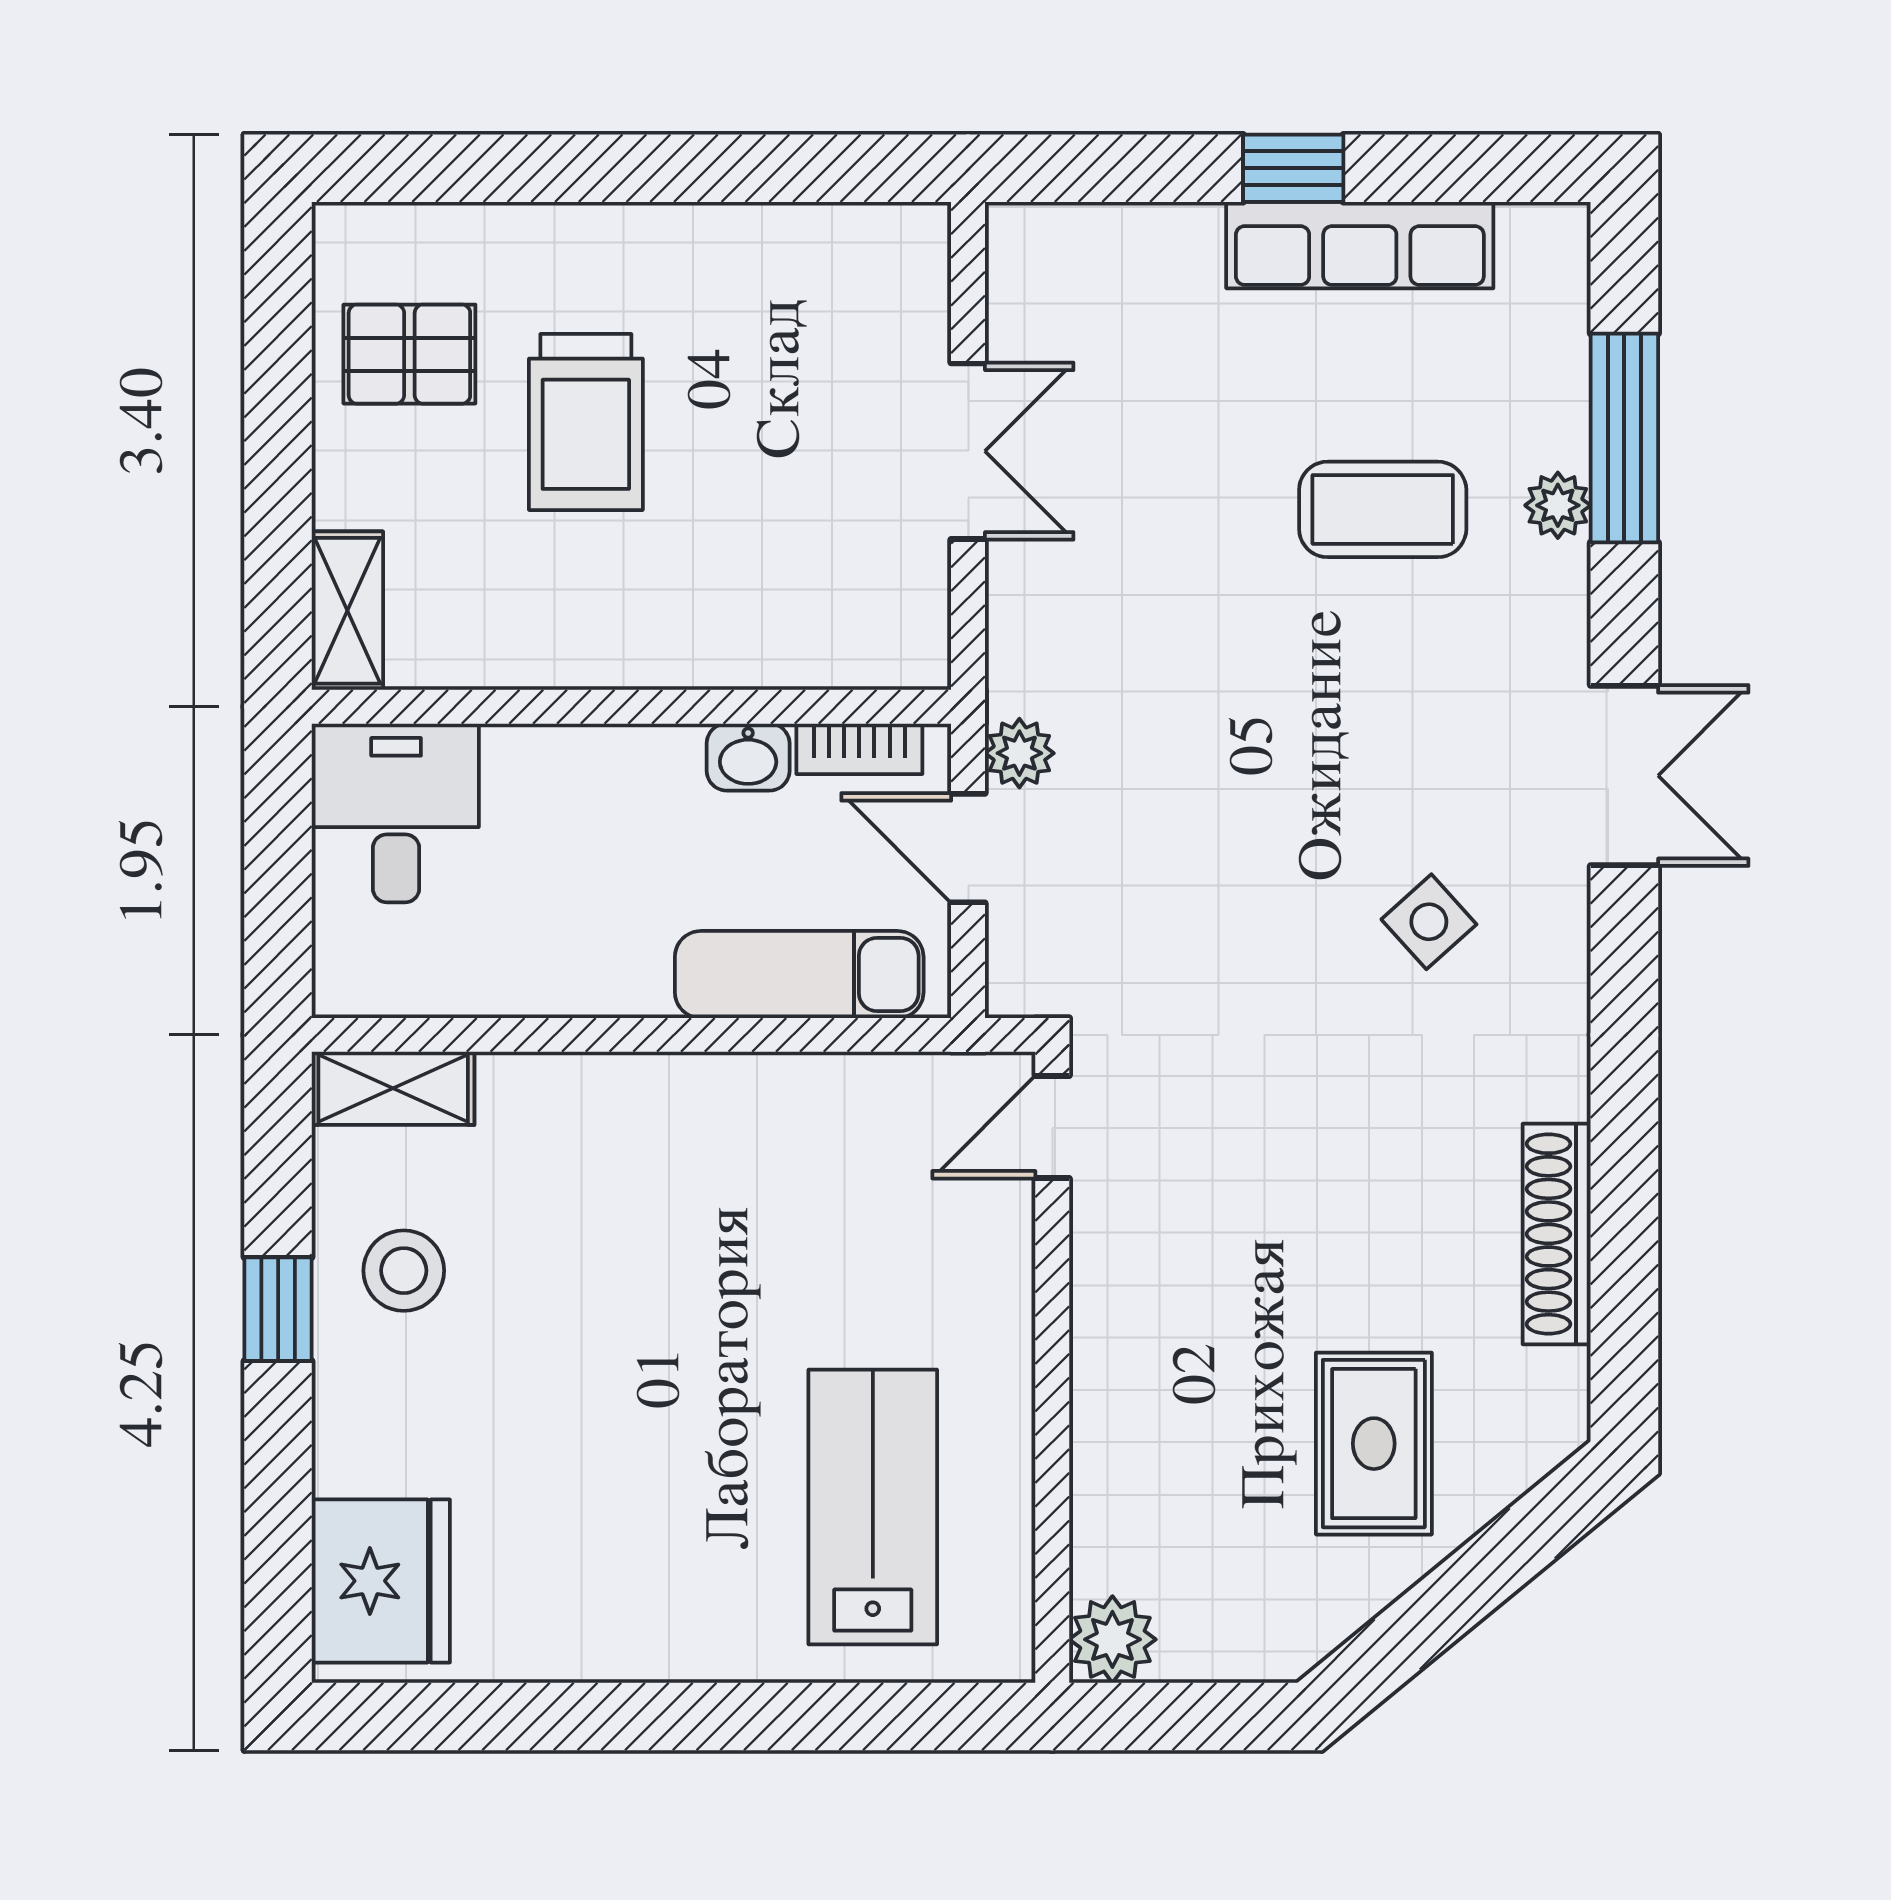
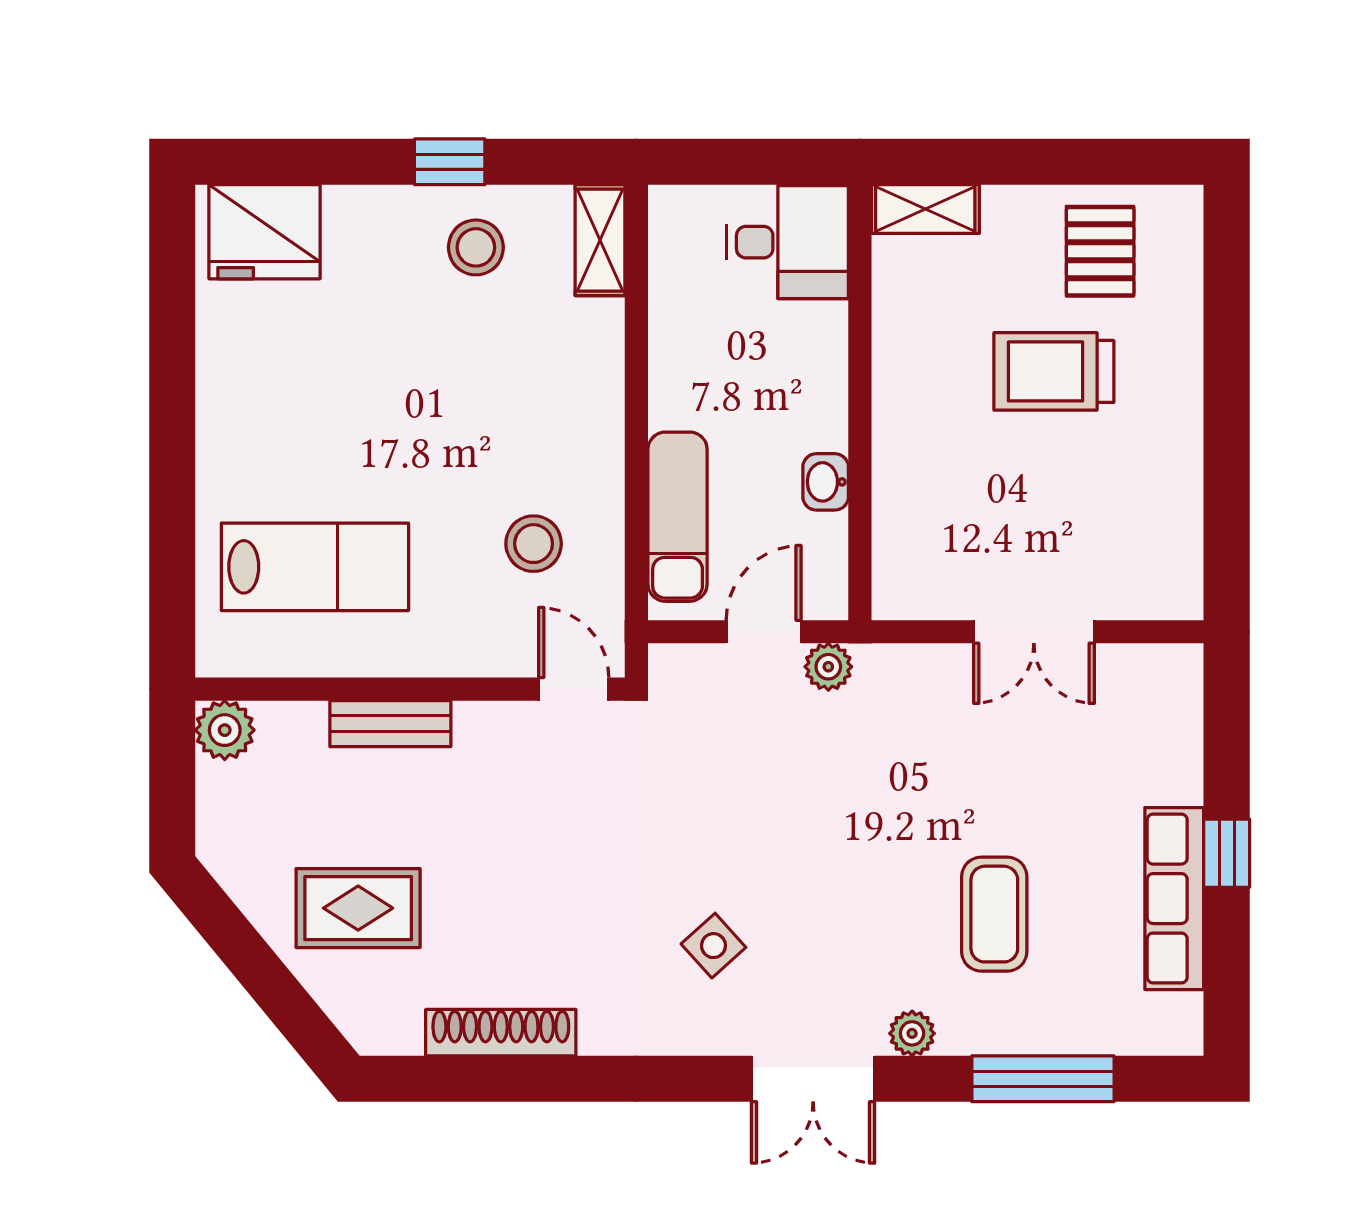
plant: (1558, 505) -> (912, 1033), moved
bookcase: (859, 749) -> (831, 558), removed
stool: (839, 1186) -> (534, 544), added
bench: (1103, 1396) -> (390, 724), added

